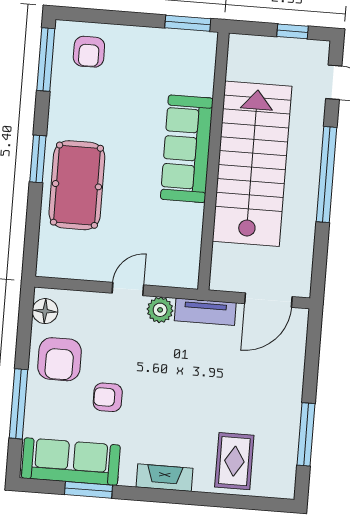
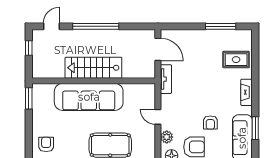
armchair: (89, 52) -> (46, 144), turned -90
sofa: (187, 149) -> (89, 97), width x1.36, depth x1.27
stairs: (252, 164) -> (93, 68), width x0.73, depth x0.66
plant: (160, 310) -> (167, 137), moved

